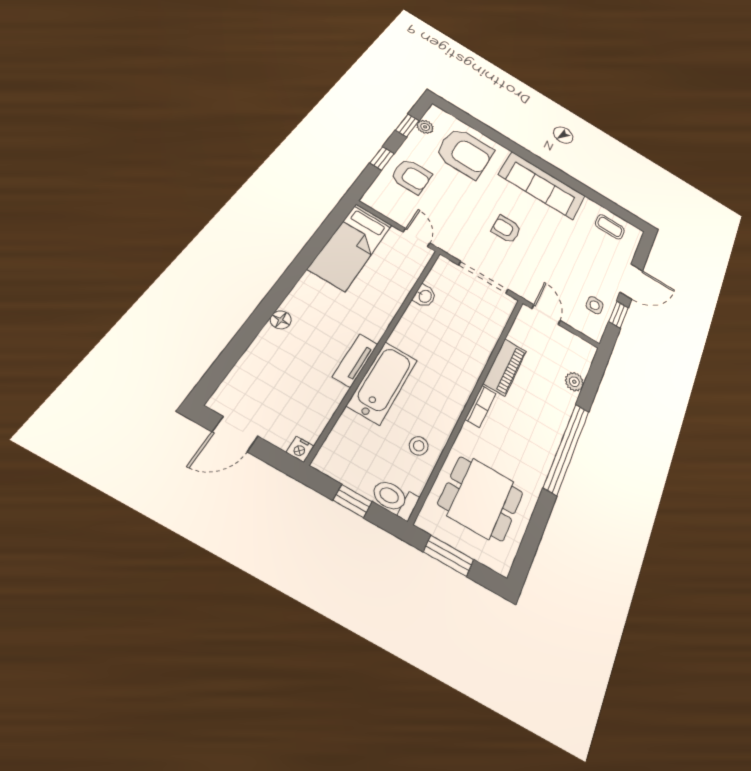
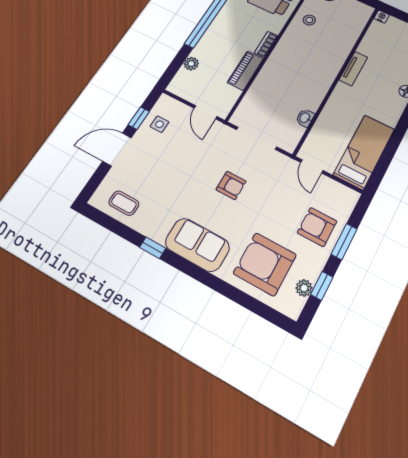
window: (382, 158) -> (344, 242), width x1.50
window: (573, 184) -> (153, 248), added
sofa: (542, 185) -> (197, 245), width x0.73
bathtub: (383, 383) -> (334, 56), removed

